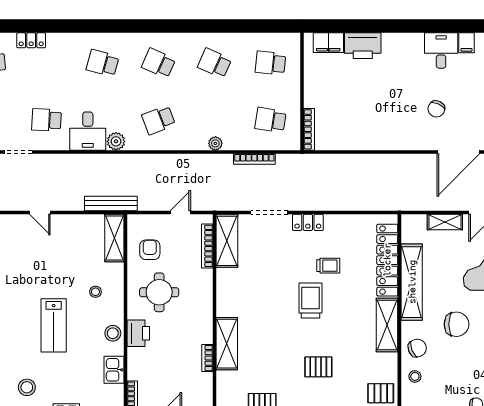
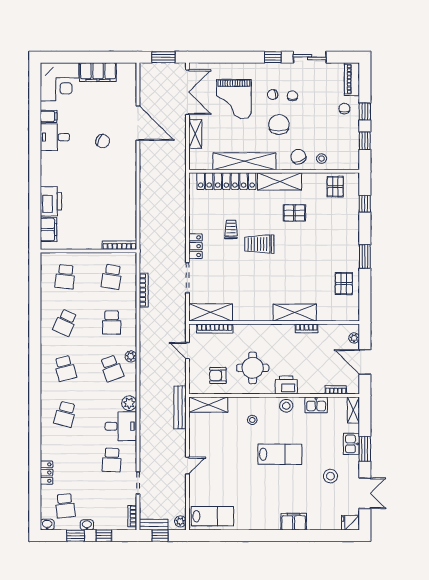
school desk: (159, 63) -> (65, 368), turned -39
school desk: (215, 120) -> (112, 323), added
plant: (215, 143) -> (131, 356), moved
pallet: (318, 367) -> (294, 213), moved, turned 90

